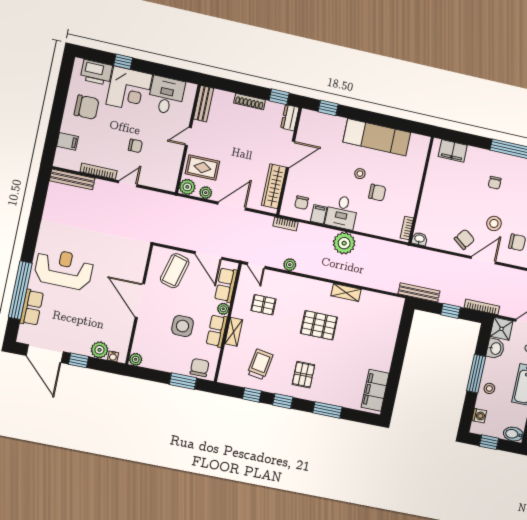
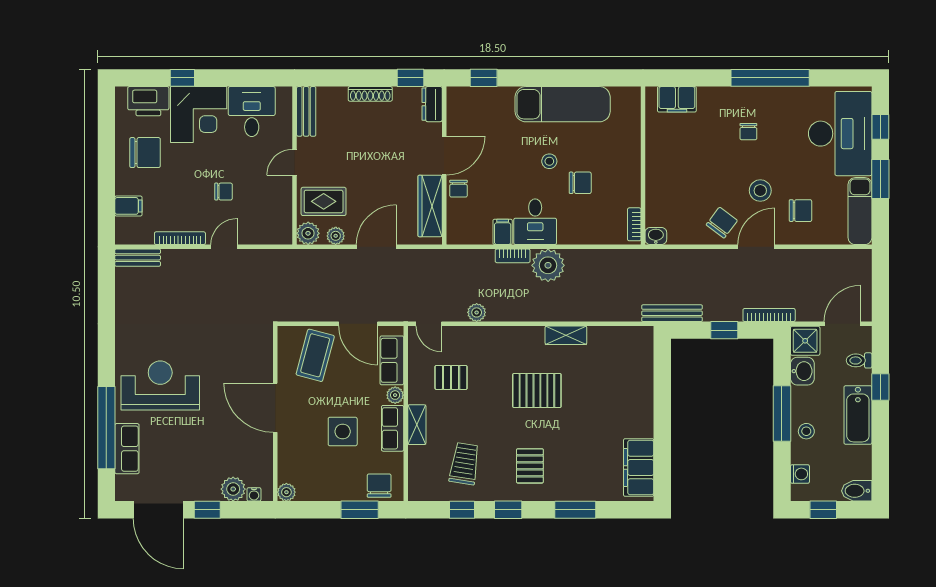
bench: (72, 179) -> (138, 258), width x0.73
chair: (302, 203) -> (459, 189), moved
bookcase: (285, 224) -> (513, 256), moved

